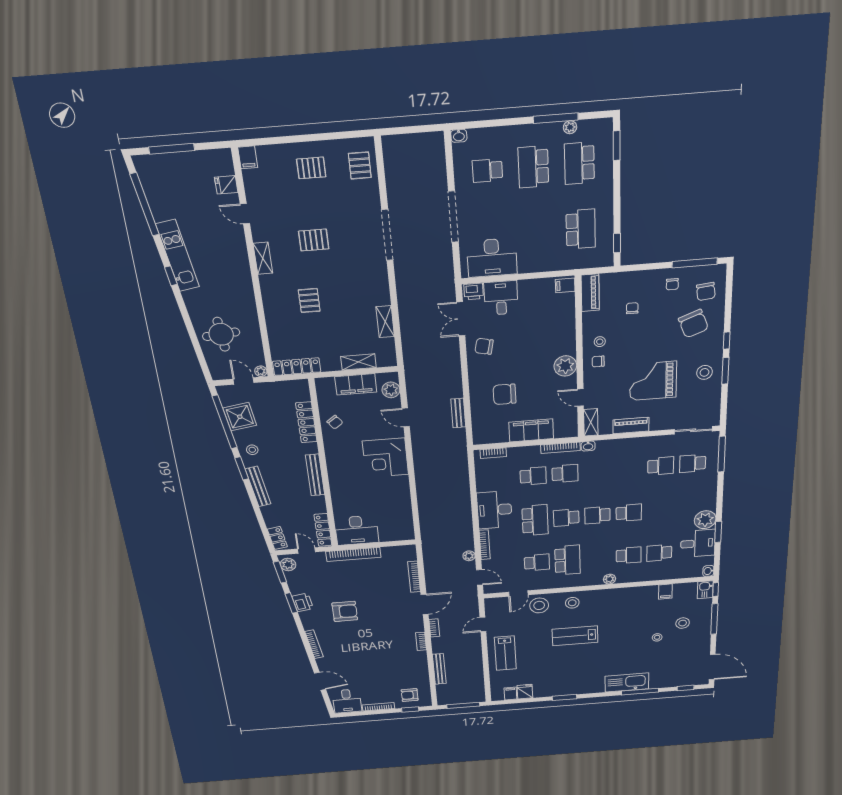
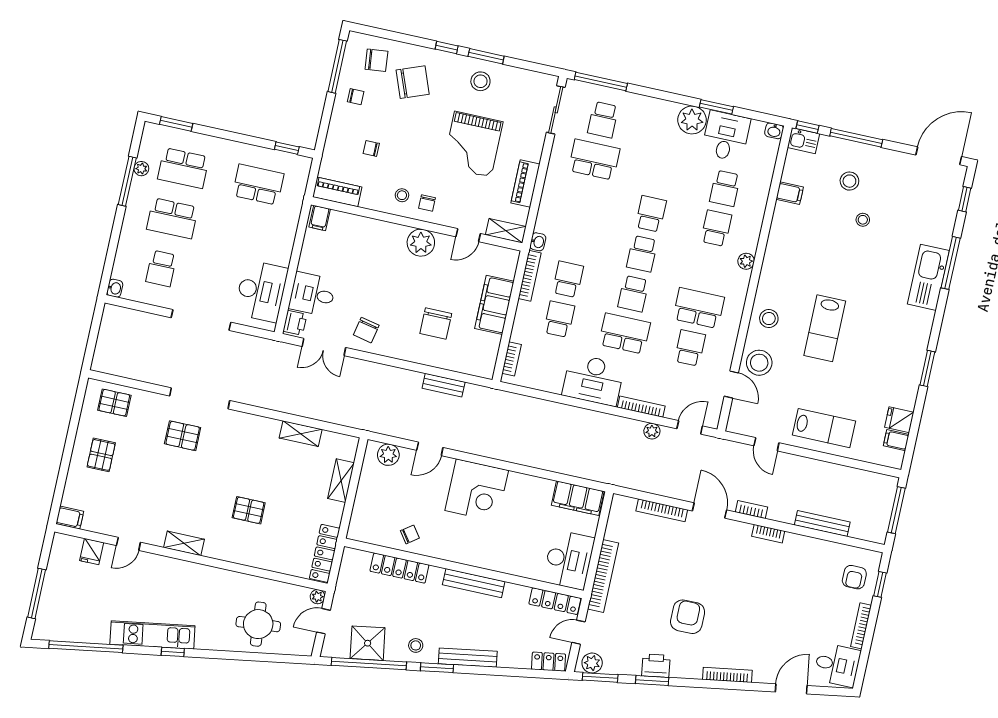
pallet: (314, 240) -> (183, 436), moved, turned 90
filing cabinet: (356, 384) -> (578, 498), moved, turned 90
school desk: (661, 466) -> (594, 160), width x1.85

